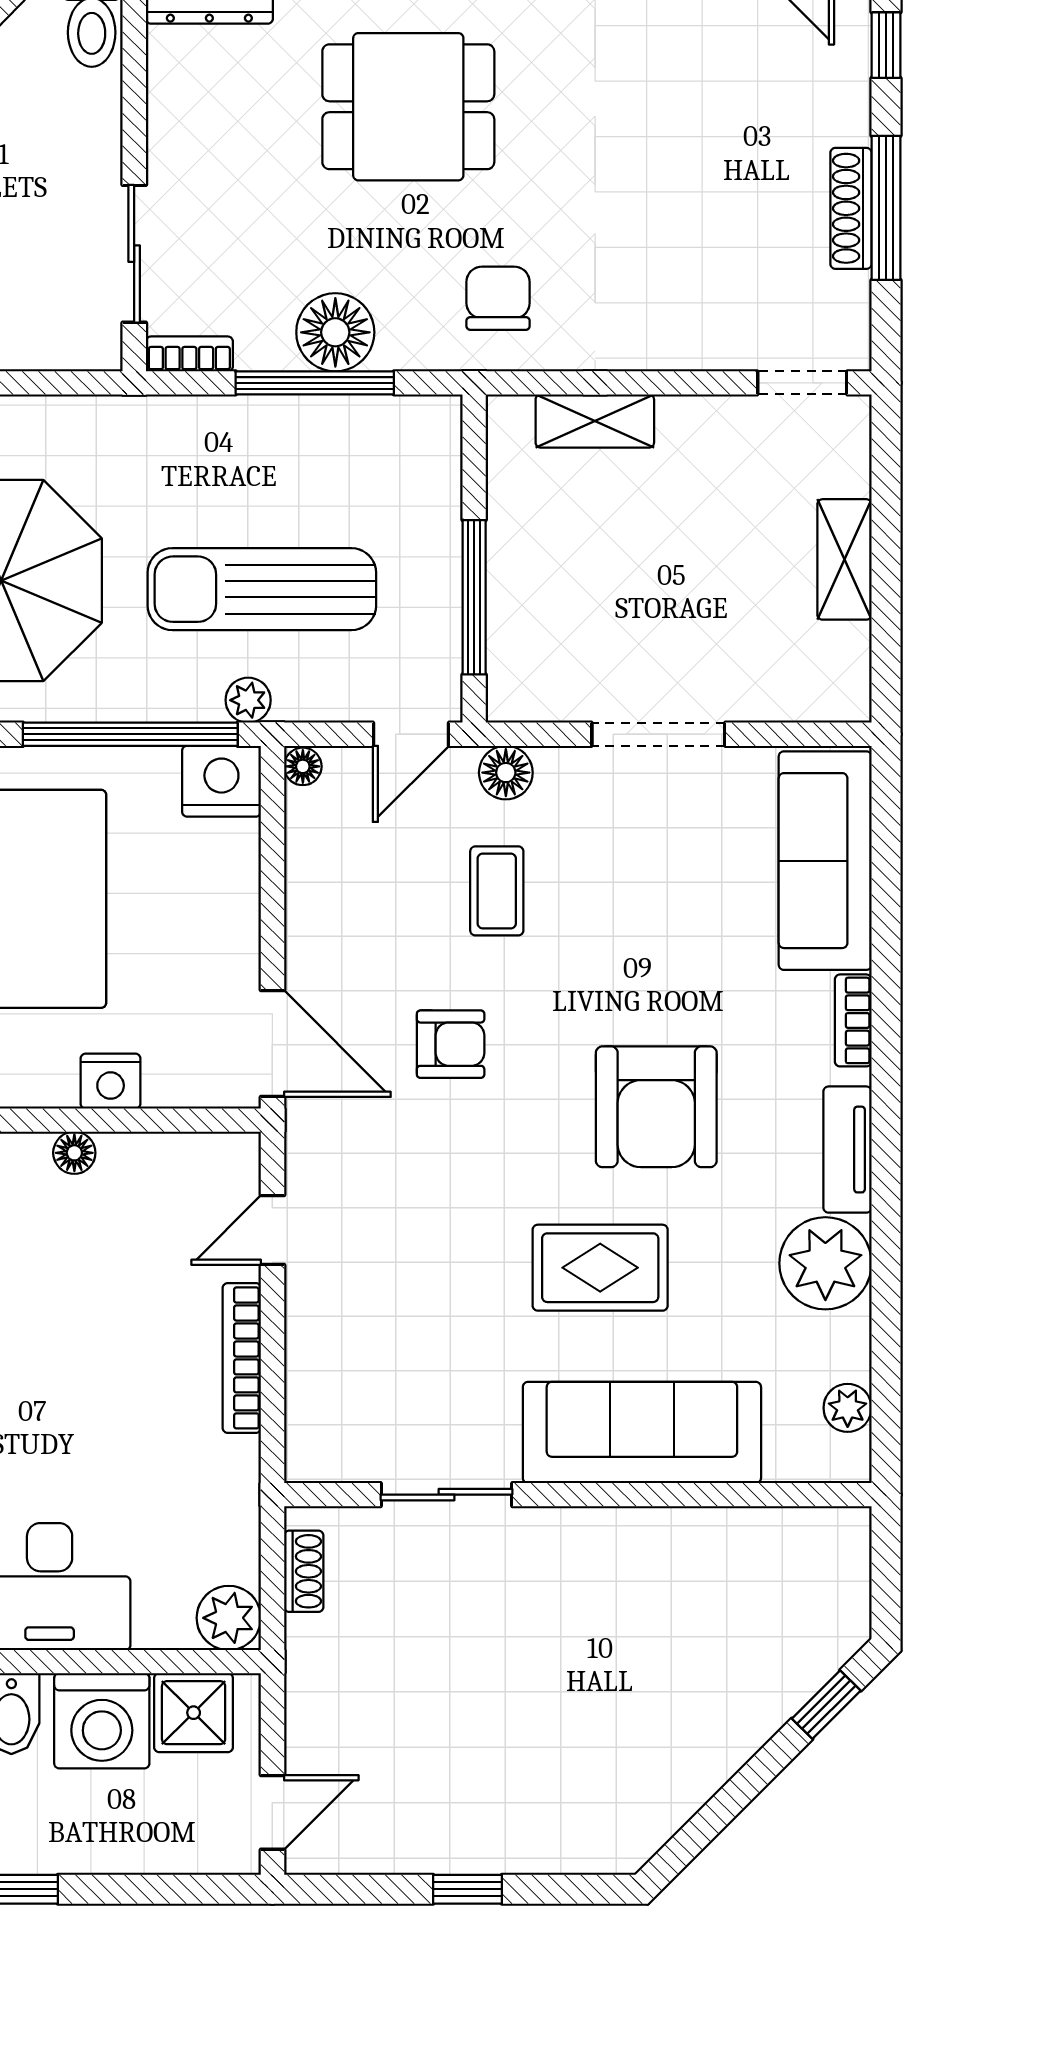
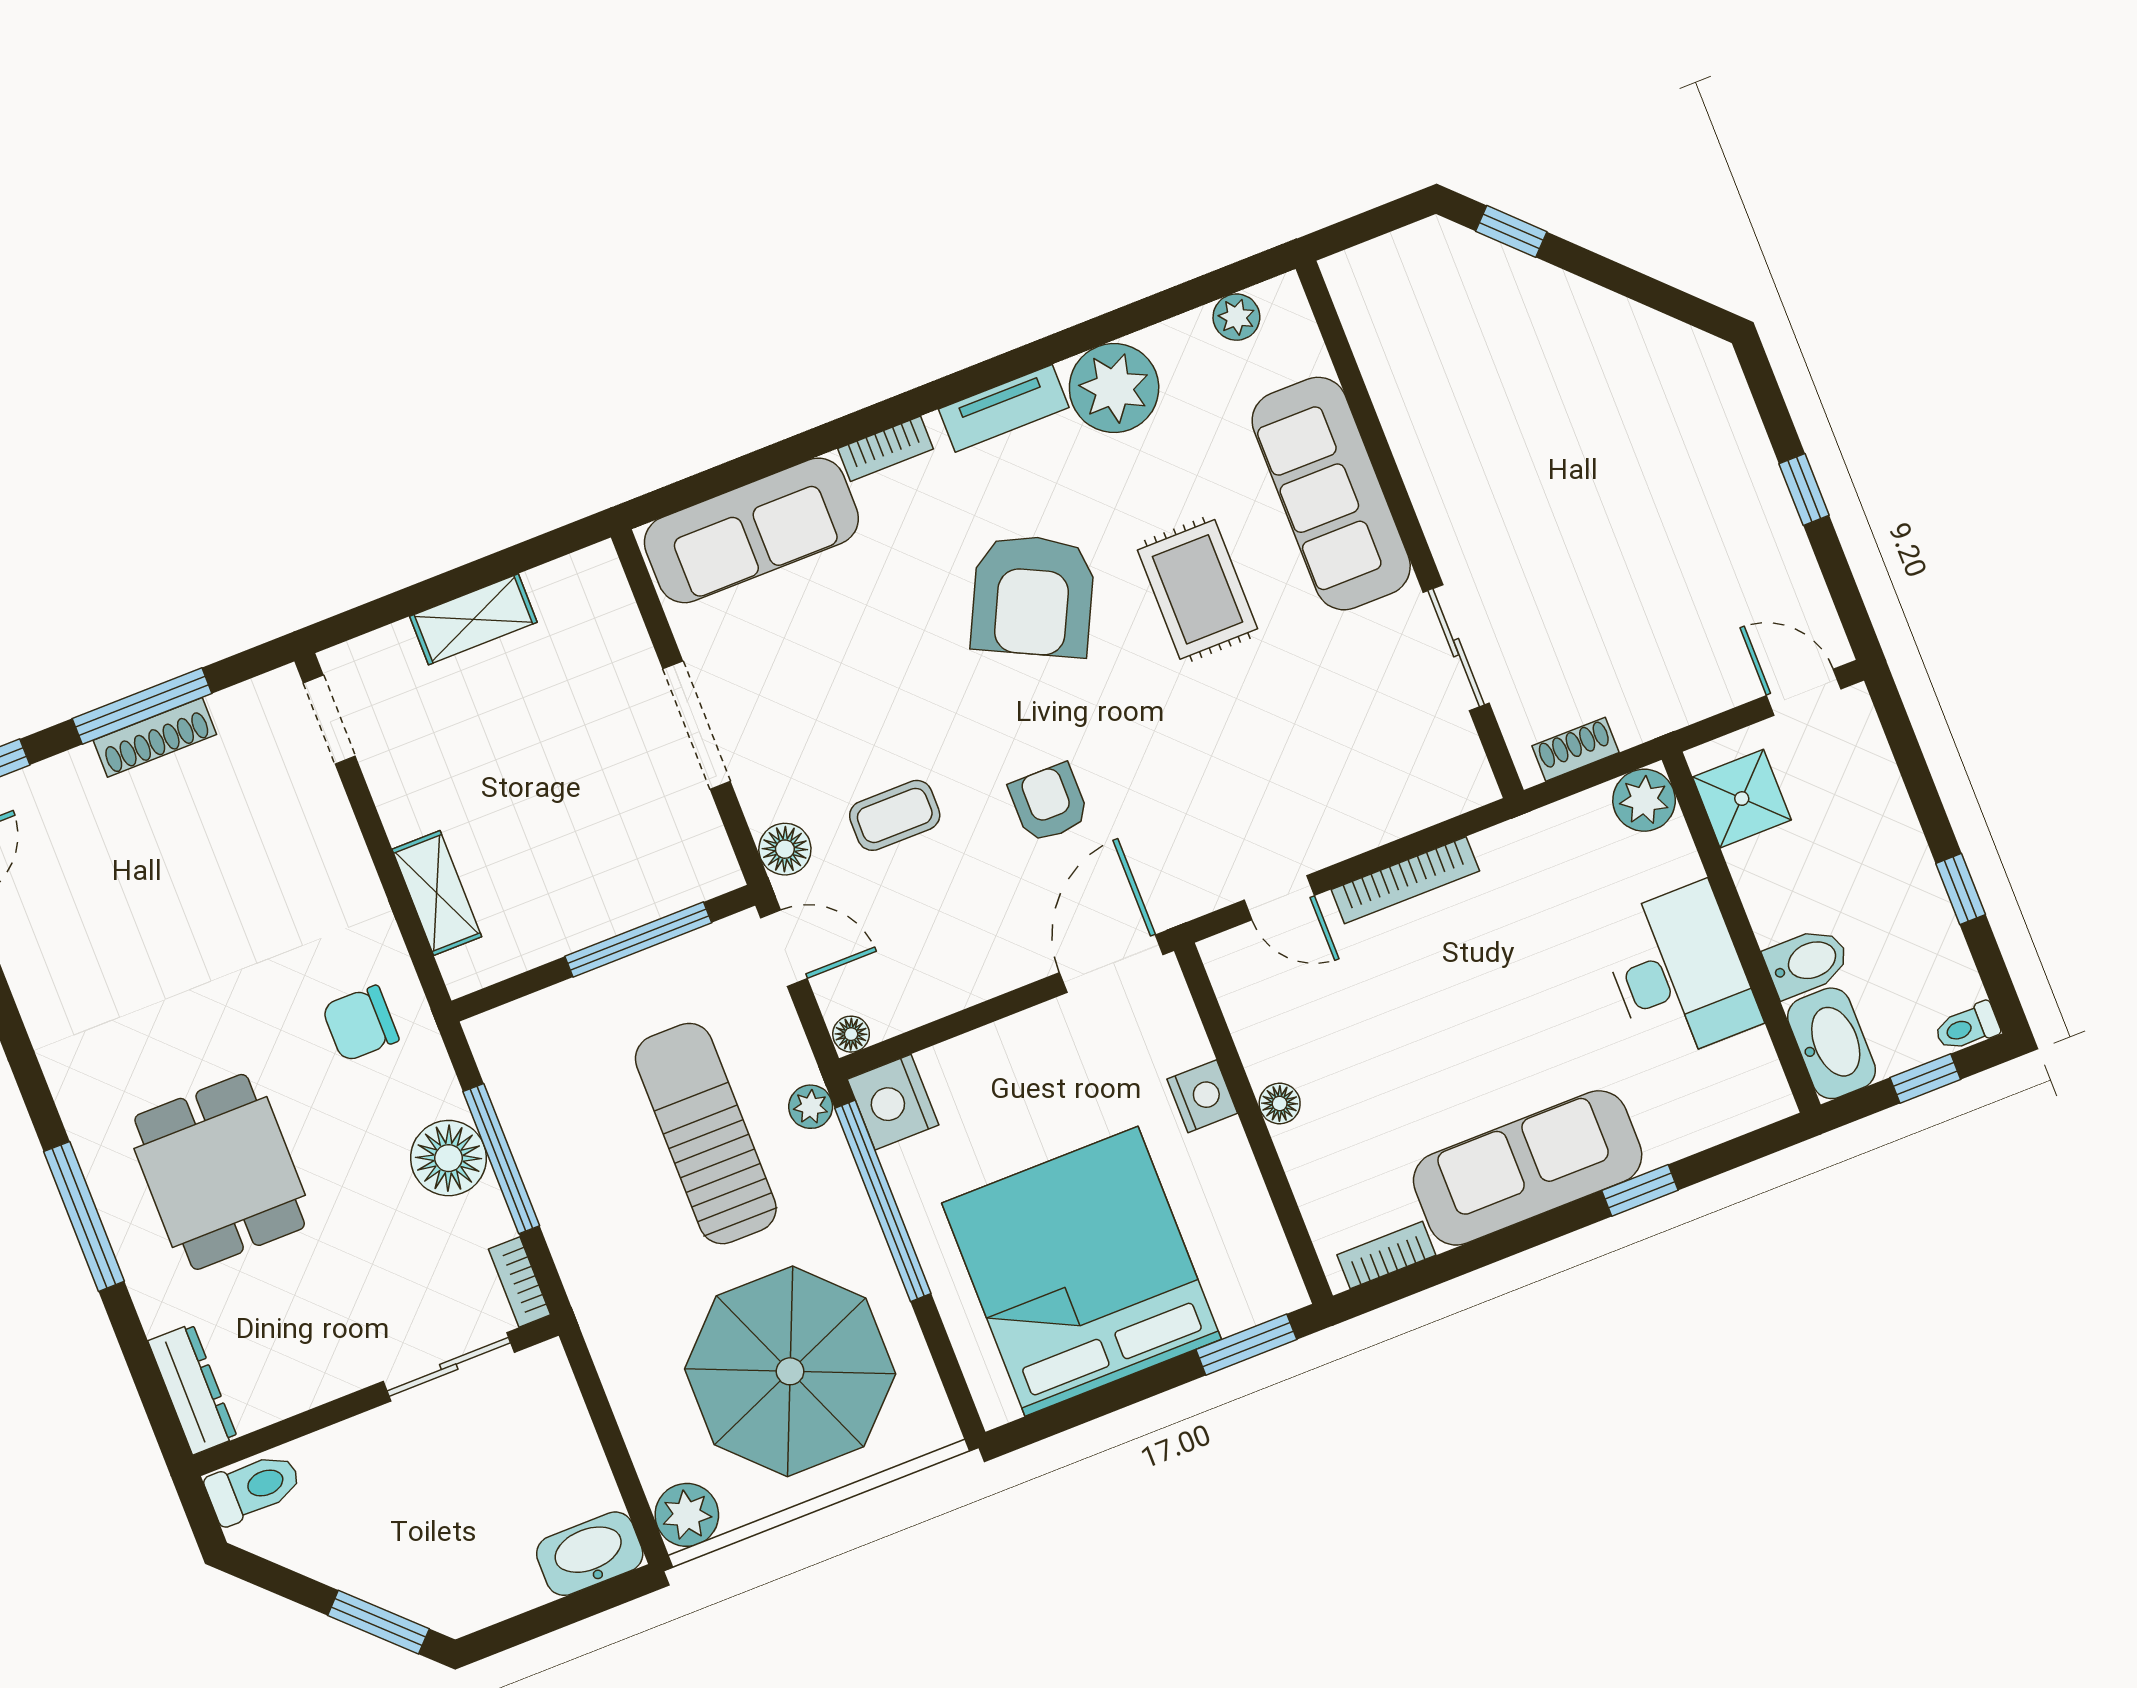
sun lounger: (262, 589) -> (706, 1134), turned 180
armchair: (656, 1107) -> (1033, 596), turned 116
washing machine: (102, 1721) -> (1781, 878), removed

